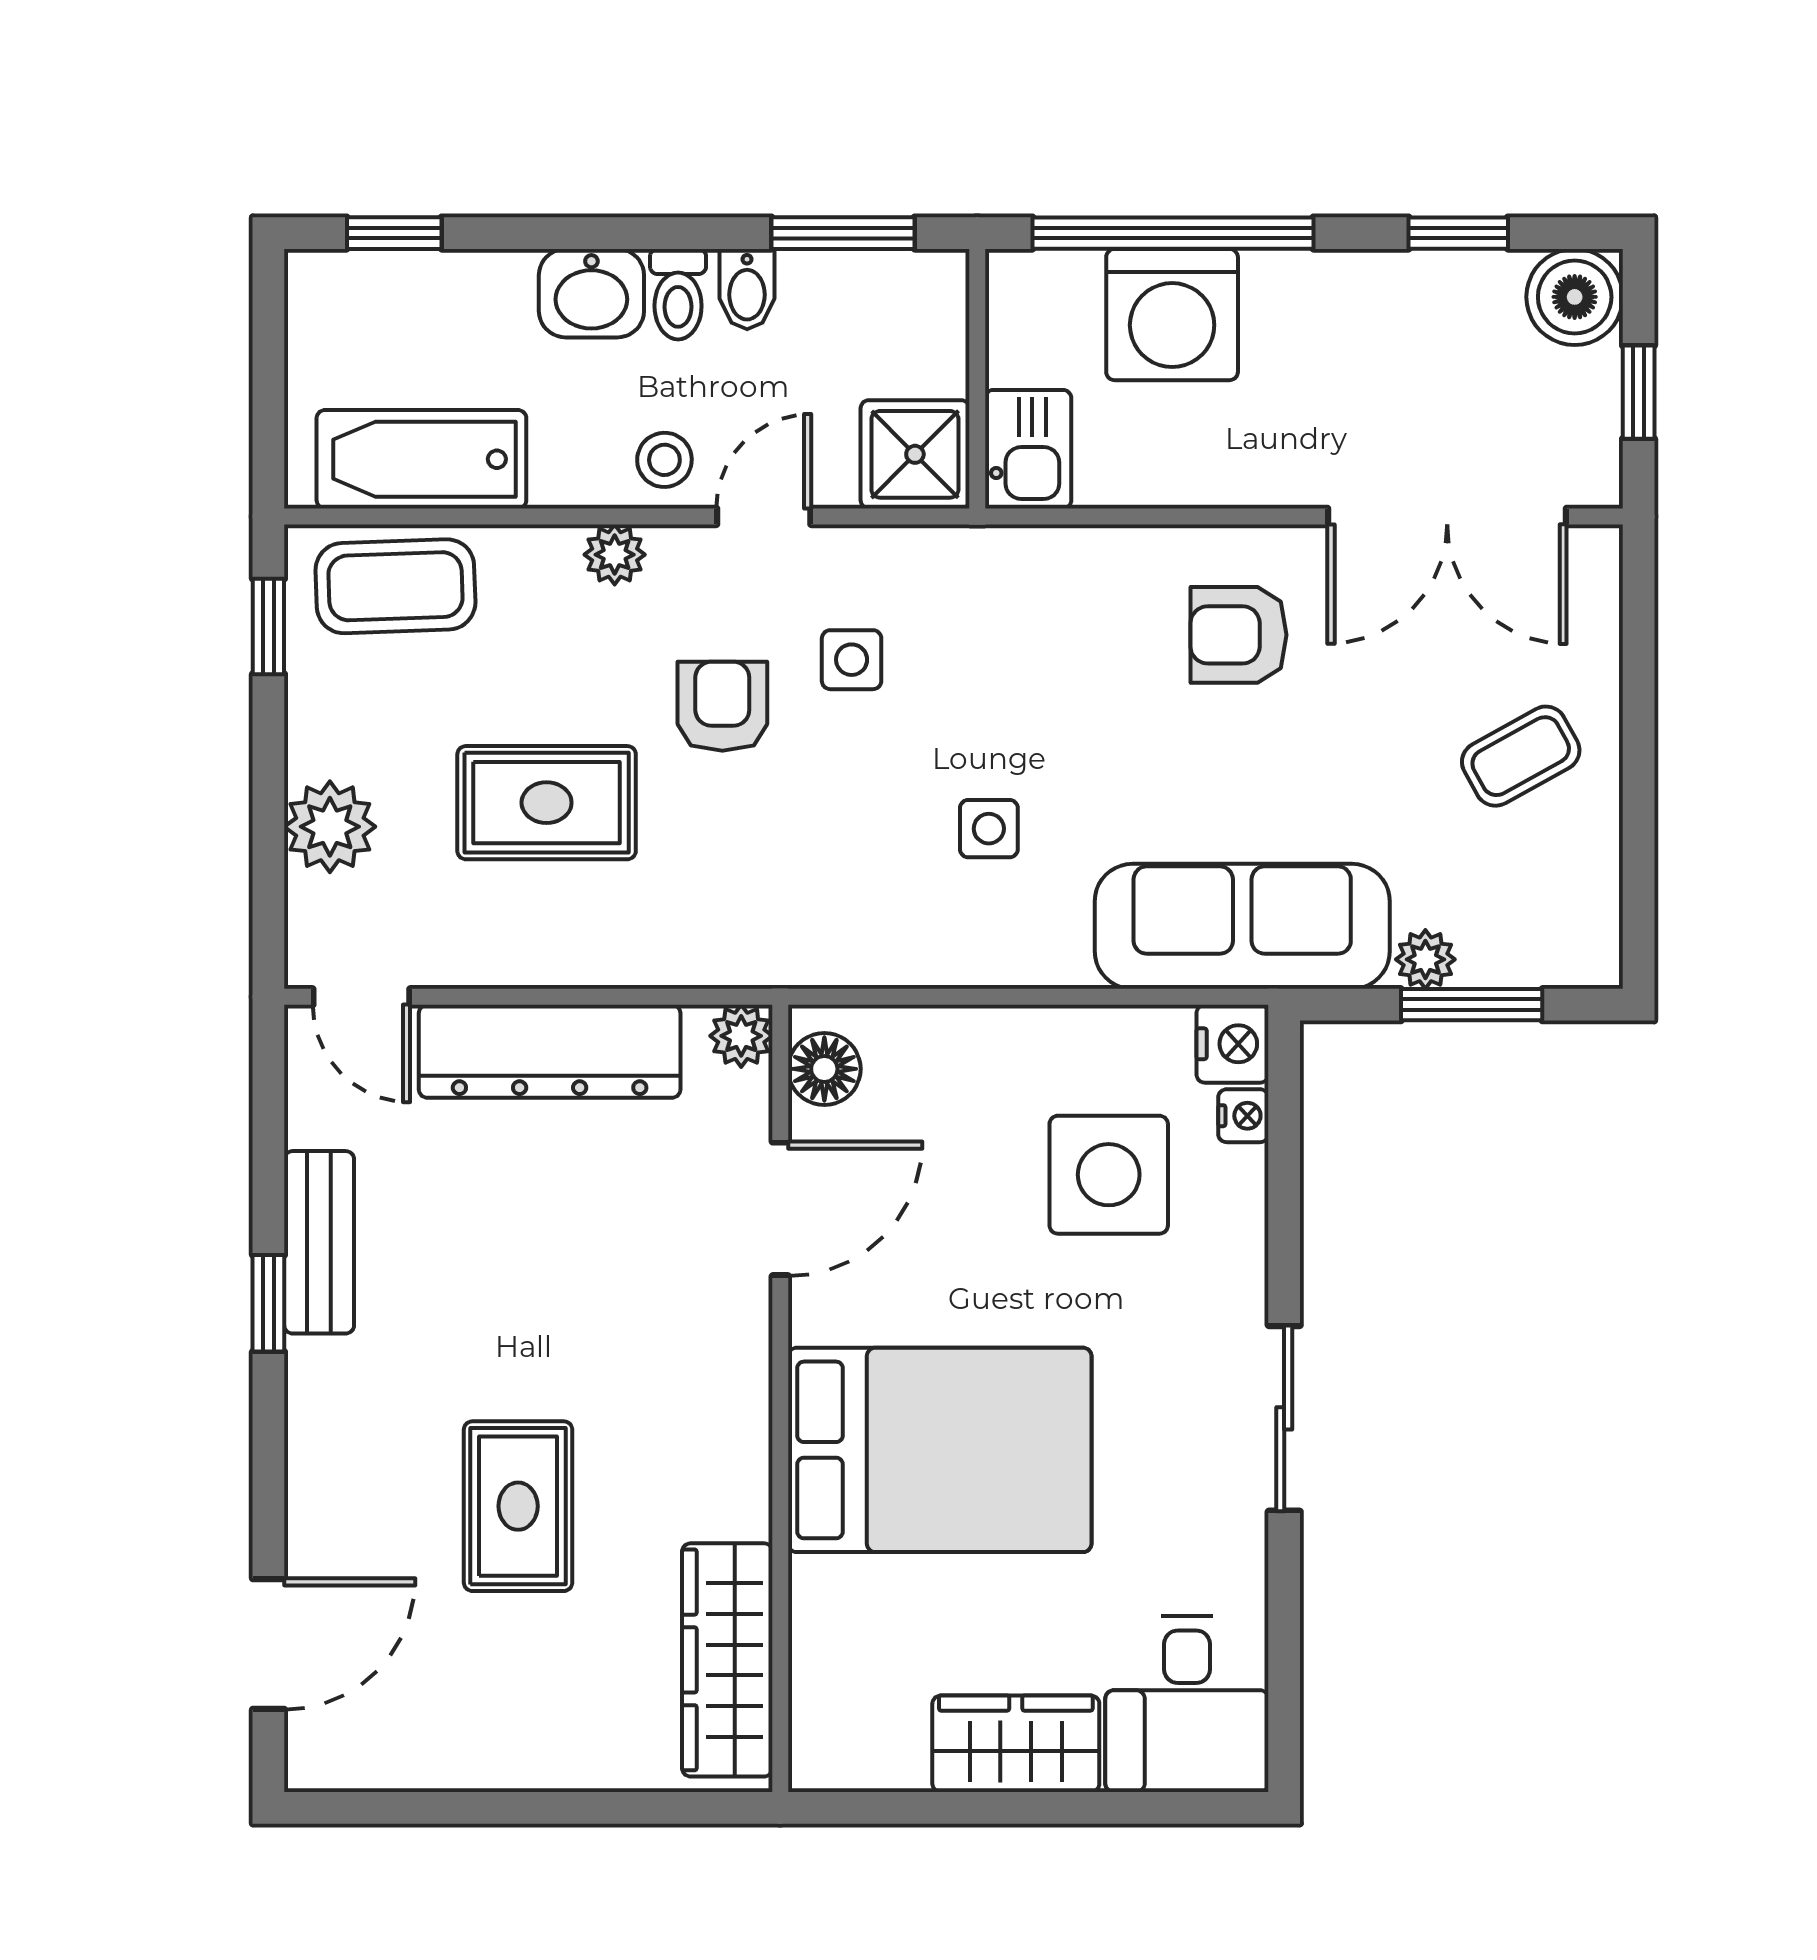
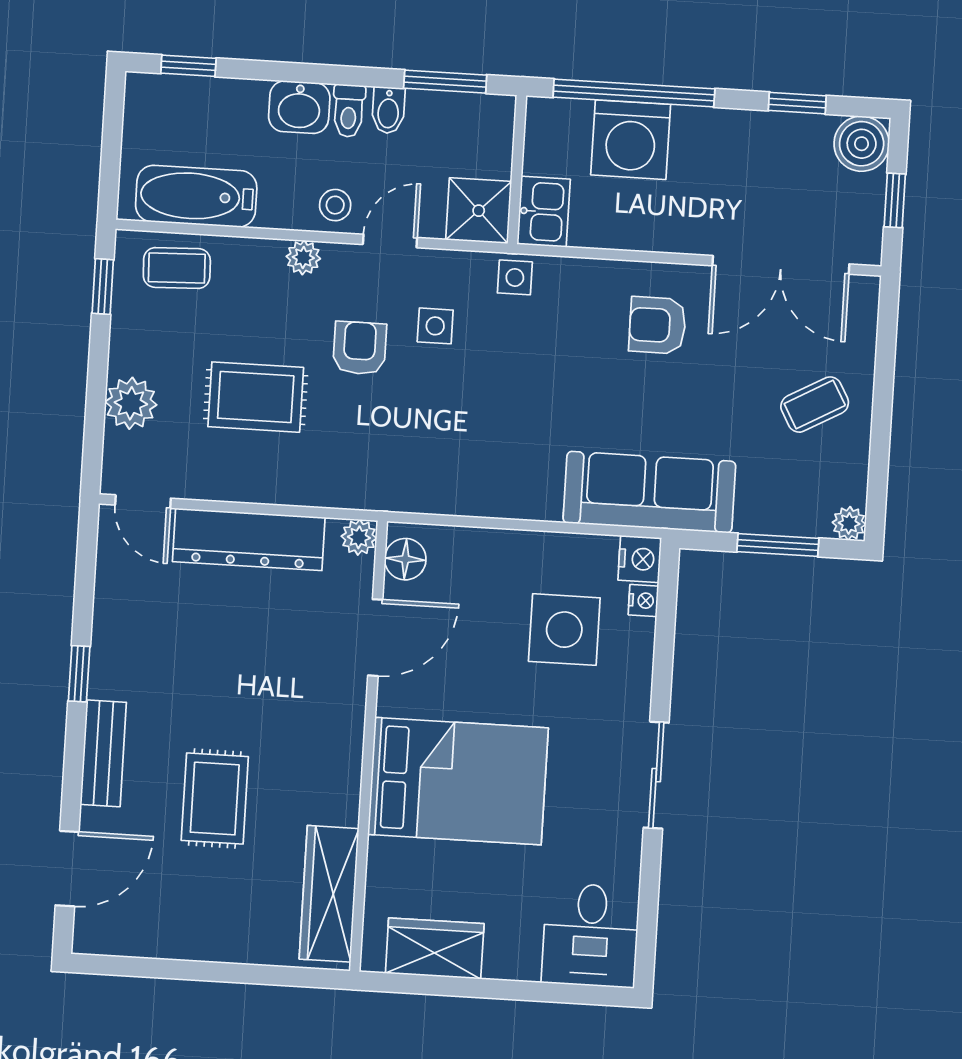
coffee table: (395, 586) -> (177, 268), width x0.73, depth x0.77
side table: (989, 829) -> (515, 277), moved
plant: (1425, 959) -> (849, 523), moved
bench: (319, 1242) -> (103, 753), moved
wardrobe: (1016, 1744) -> (435, 948), moved

